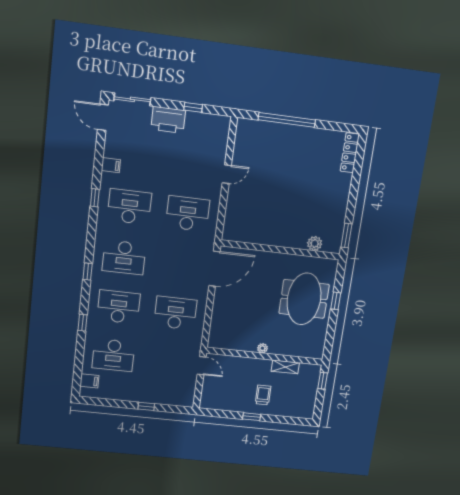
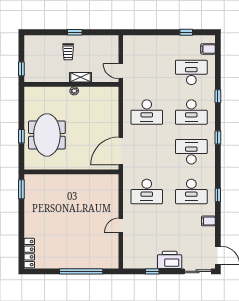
plant: (315, 243) -> (45, 180), removed
shelving: (285, 367) -> (80, 77), moved
window: (146, 406) -> (186, 32), moved

